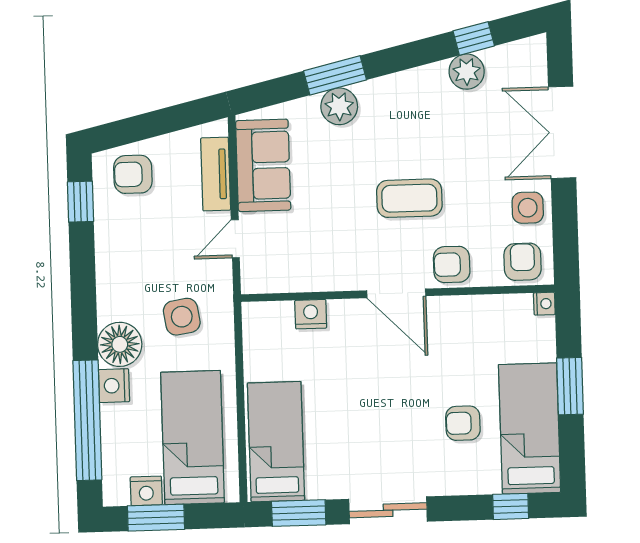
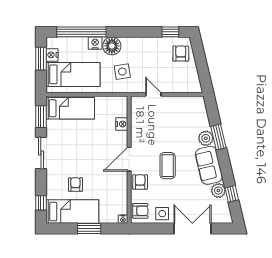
sofa: (263, 165) -> (209, 165), moved, turned 77
tv unit: (216, 174) -> (180, 87), removed

